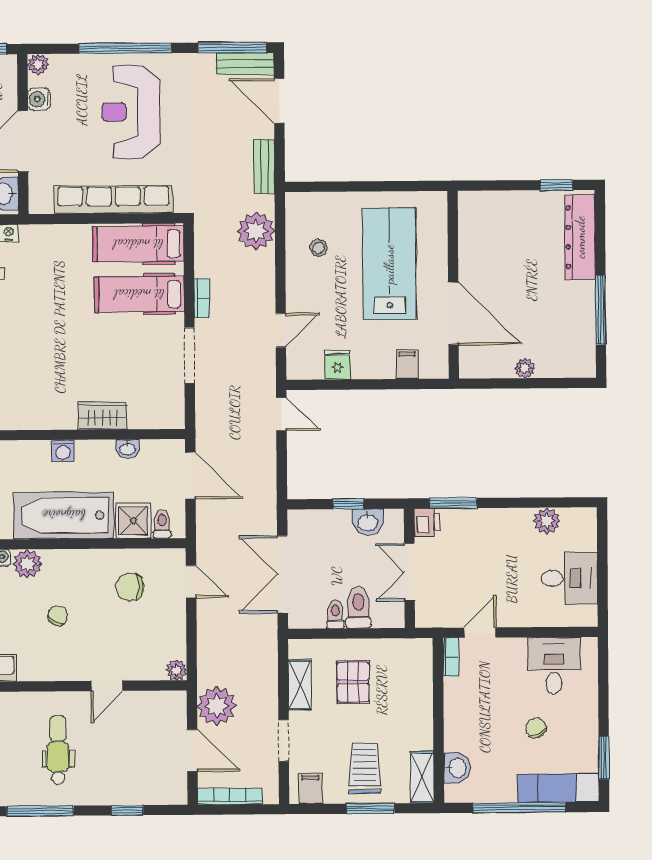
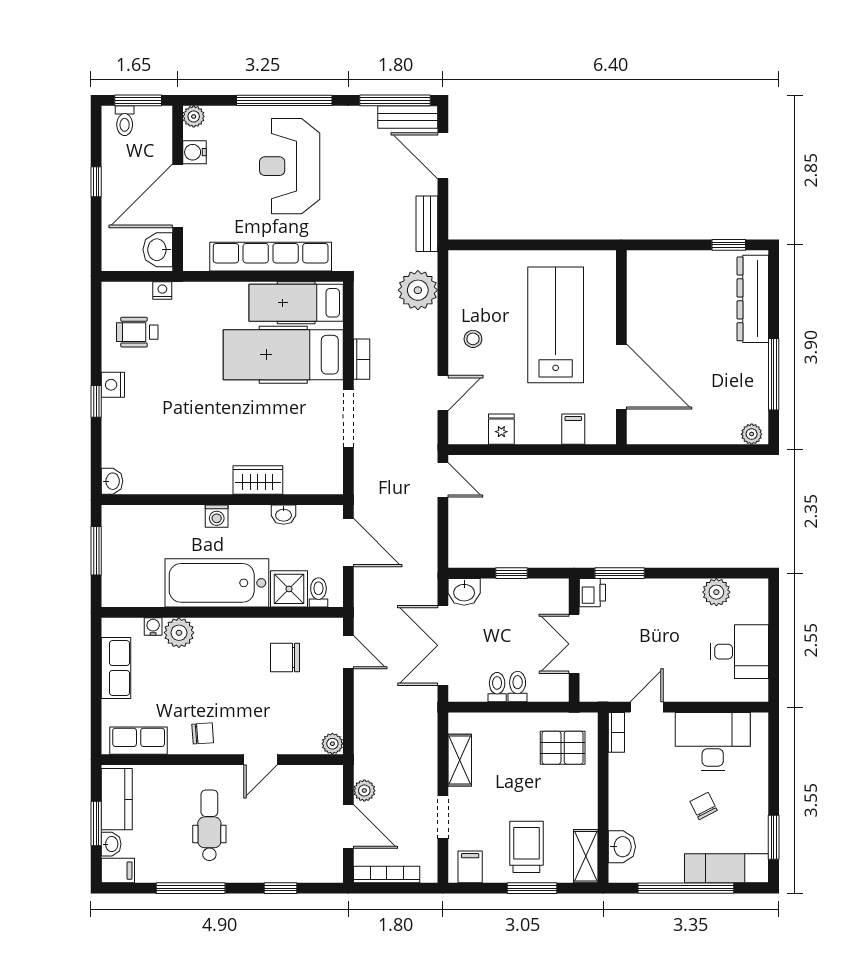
stool: (319, 248) -> (473, 339), moved
hospital bed: (139, 294) -> (283, 355), width x1.37, depth x1.29
plant: (525, 368) -> (752, 434), moved
washbasin: (368, 522) -> (464, 592), moved
toilet: (358, 608) -> (518, 686), width x0.73, depth x0.72
chair: (58, 616) -> (203, 733), moved, turned 60
desk: (554, 665) -> (713, 742), width x1.37
pallet: (353, 682) -> (563, 748), moved, turned 90
plant: (217, 706) -> (364, 791), width x0.53, depth x0.53

